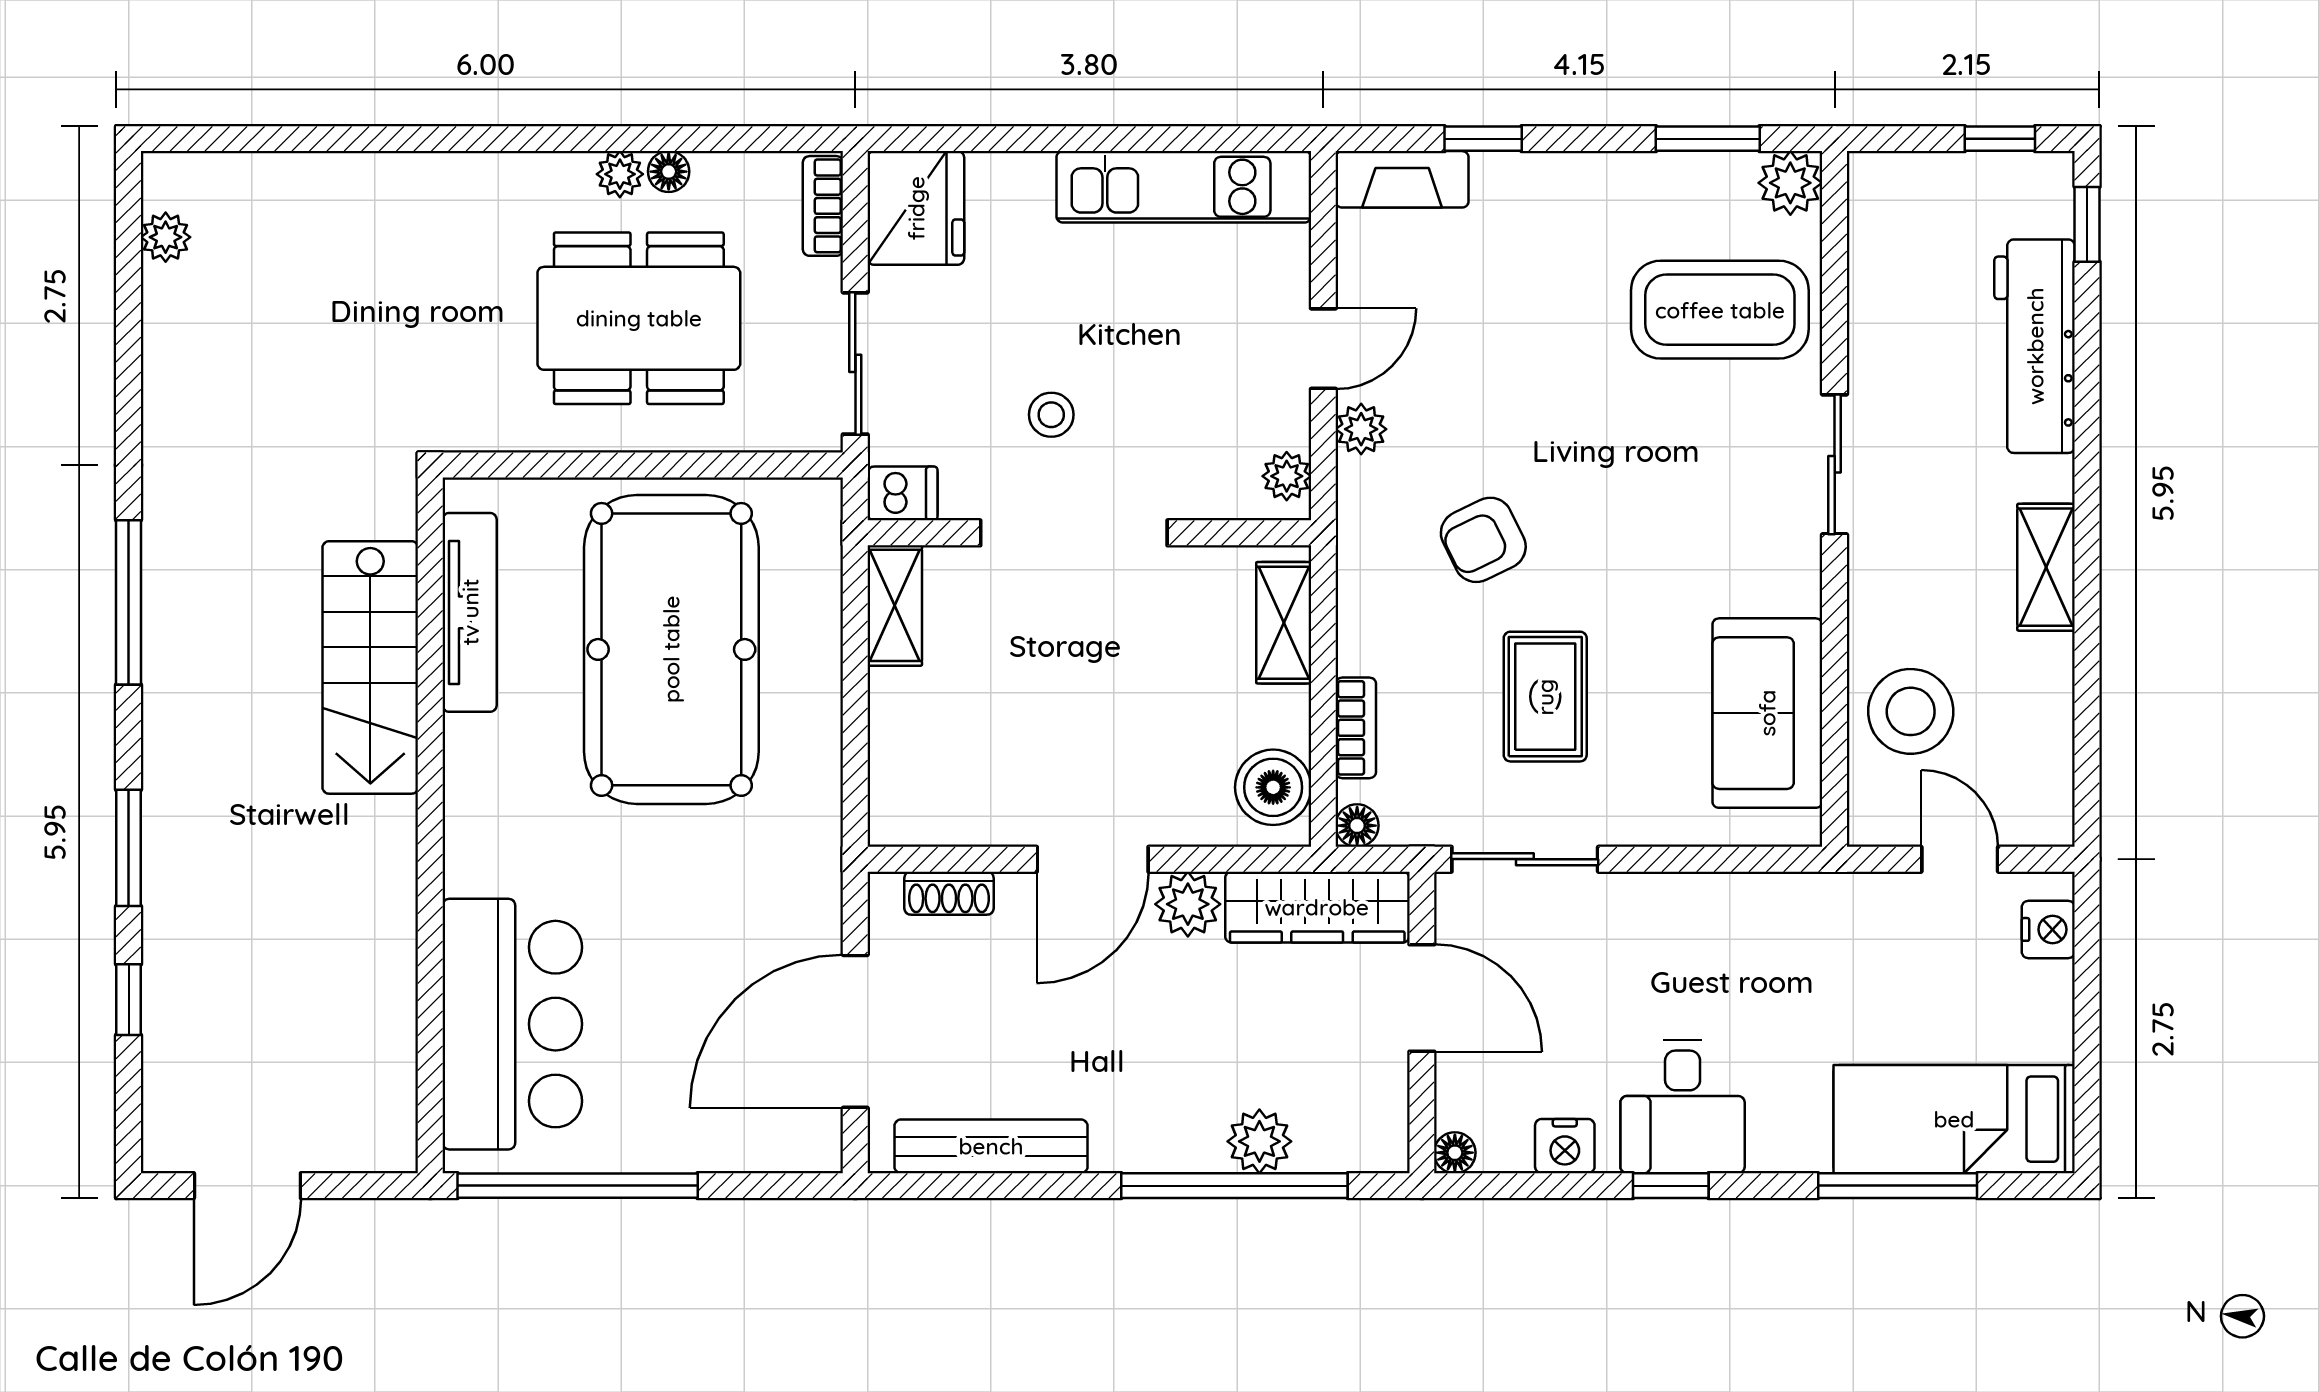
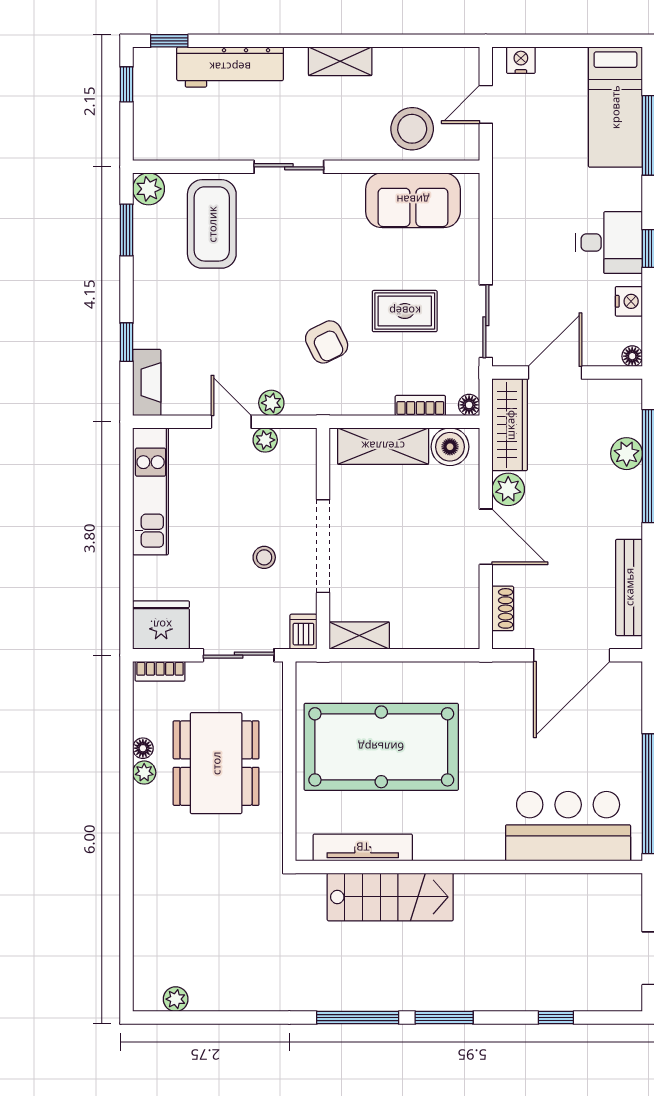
plant: (1287, 476) -> (265, 440), moved
shelving: (1284, 623) -> (383, 446), width x1.50, depth x1.33
window: (129, 848) -> (444, 1018), moved
door: (855, 1031) -> (572, 655), hinge flipped

